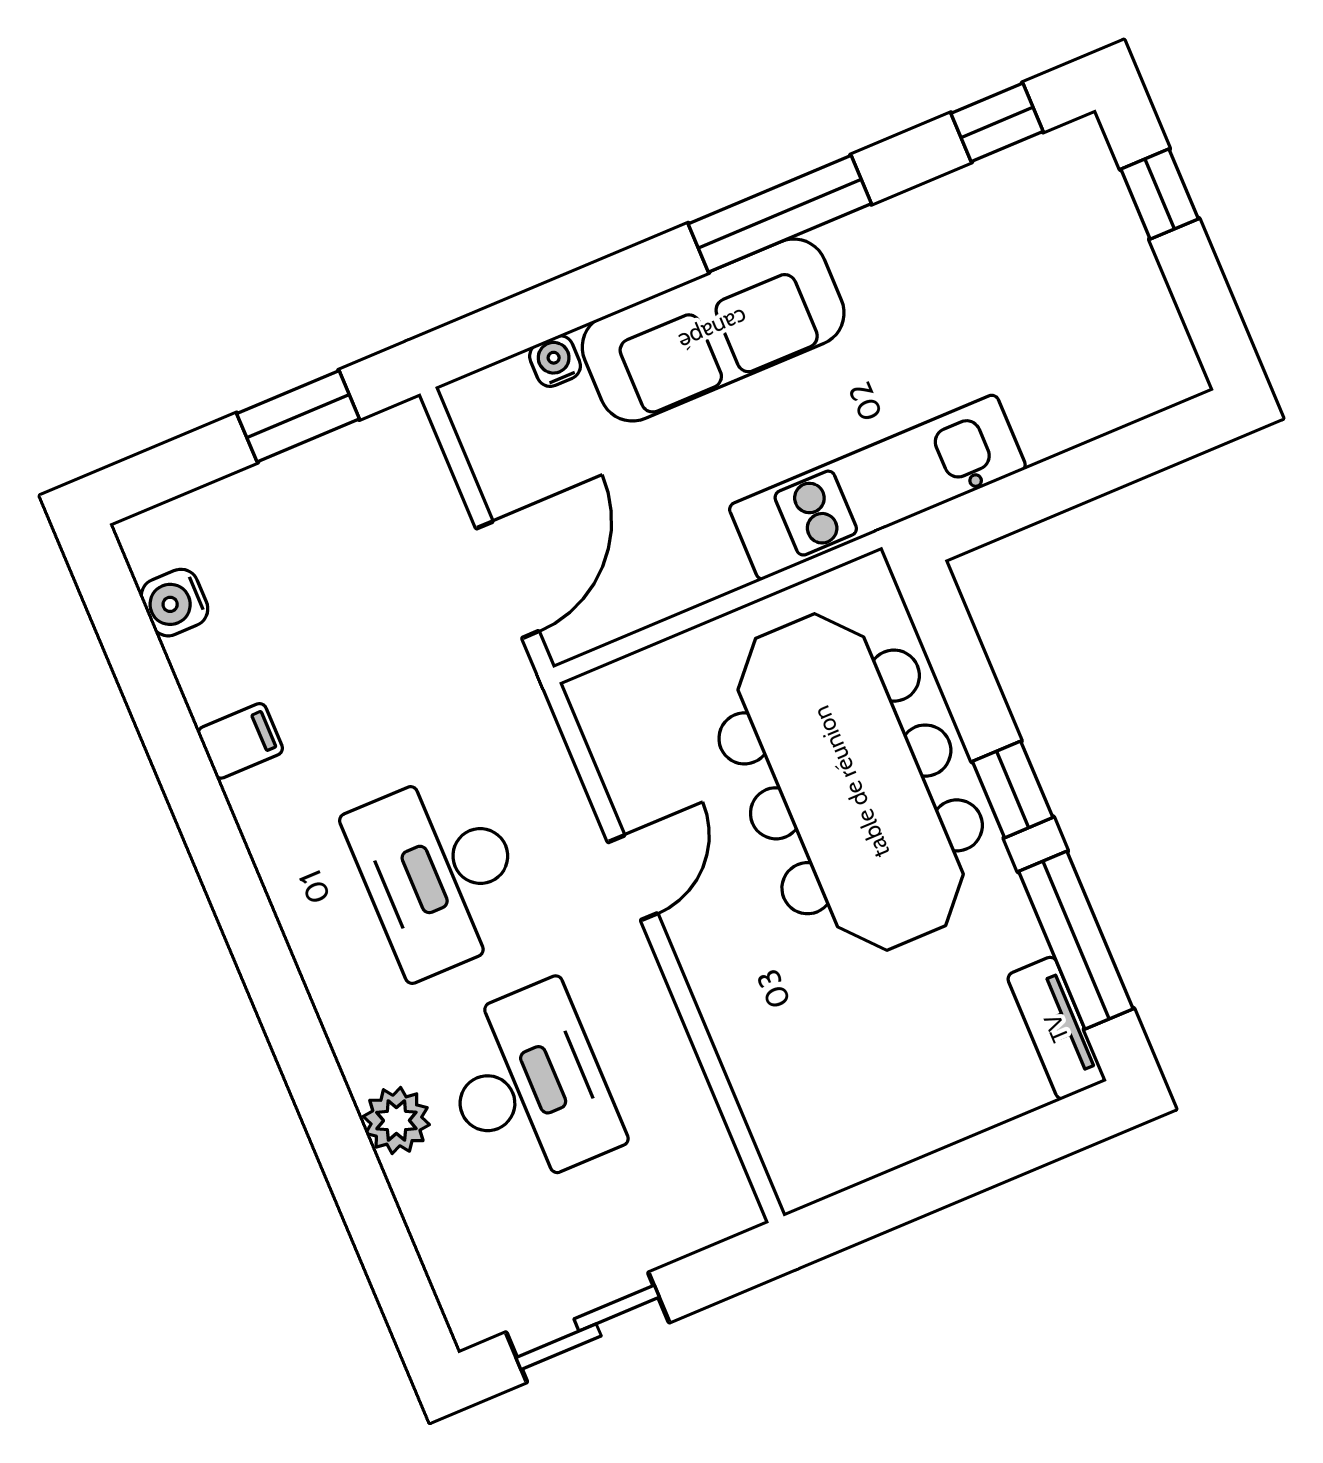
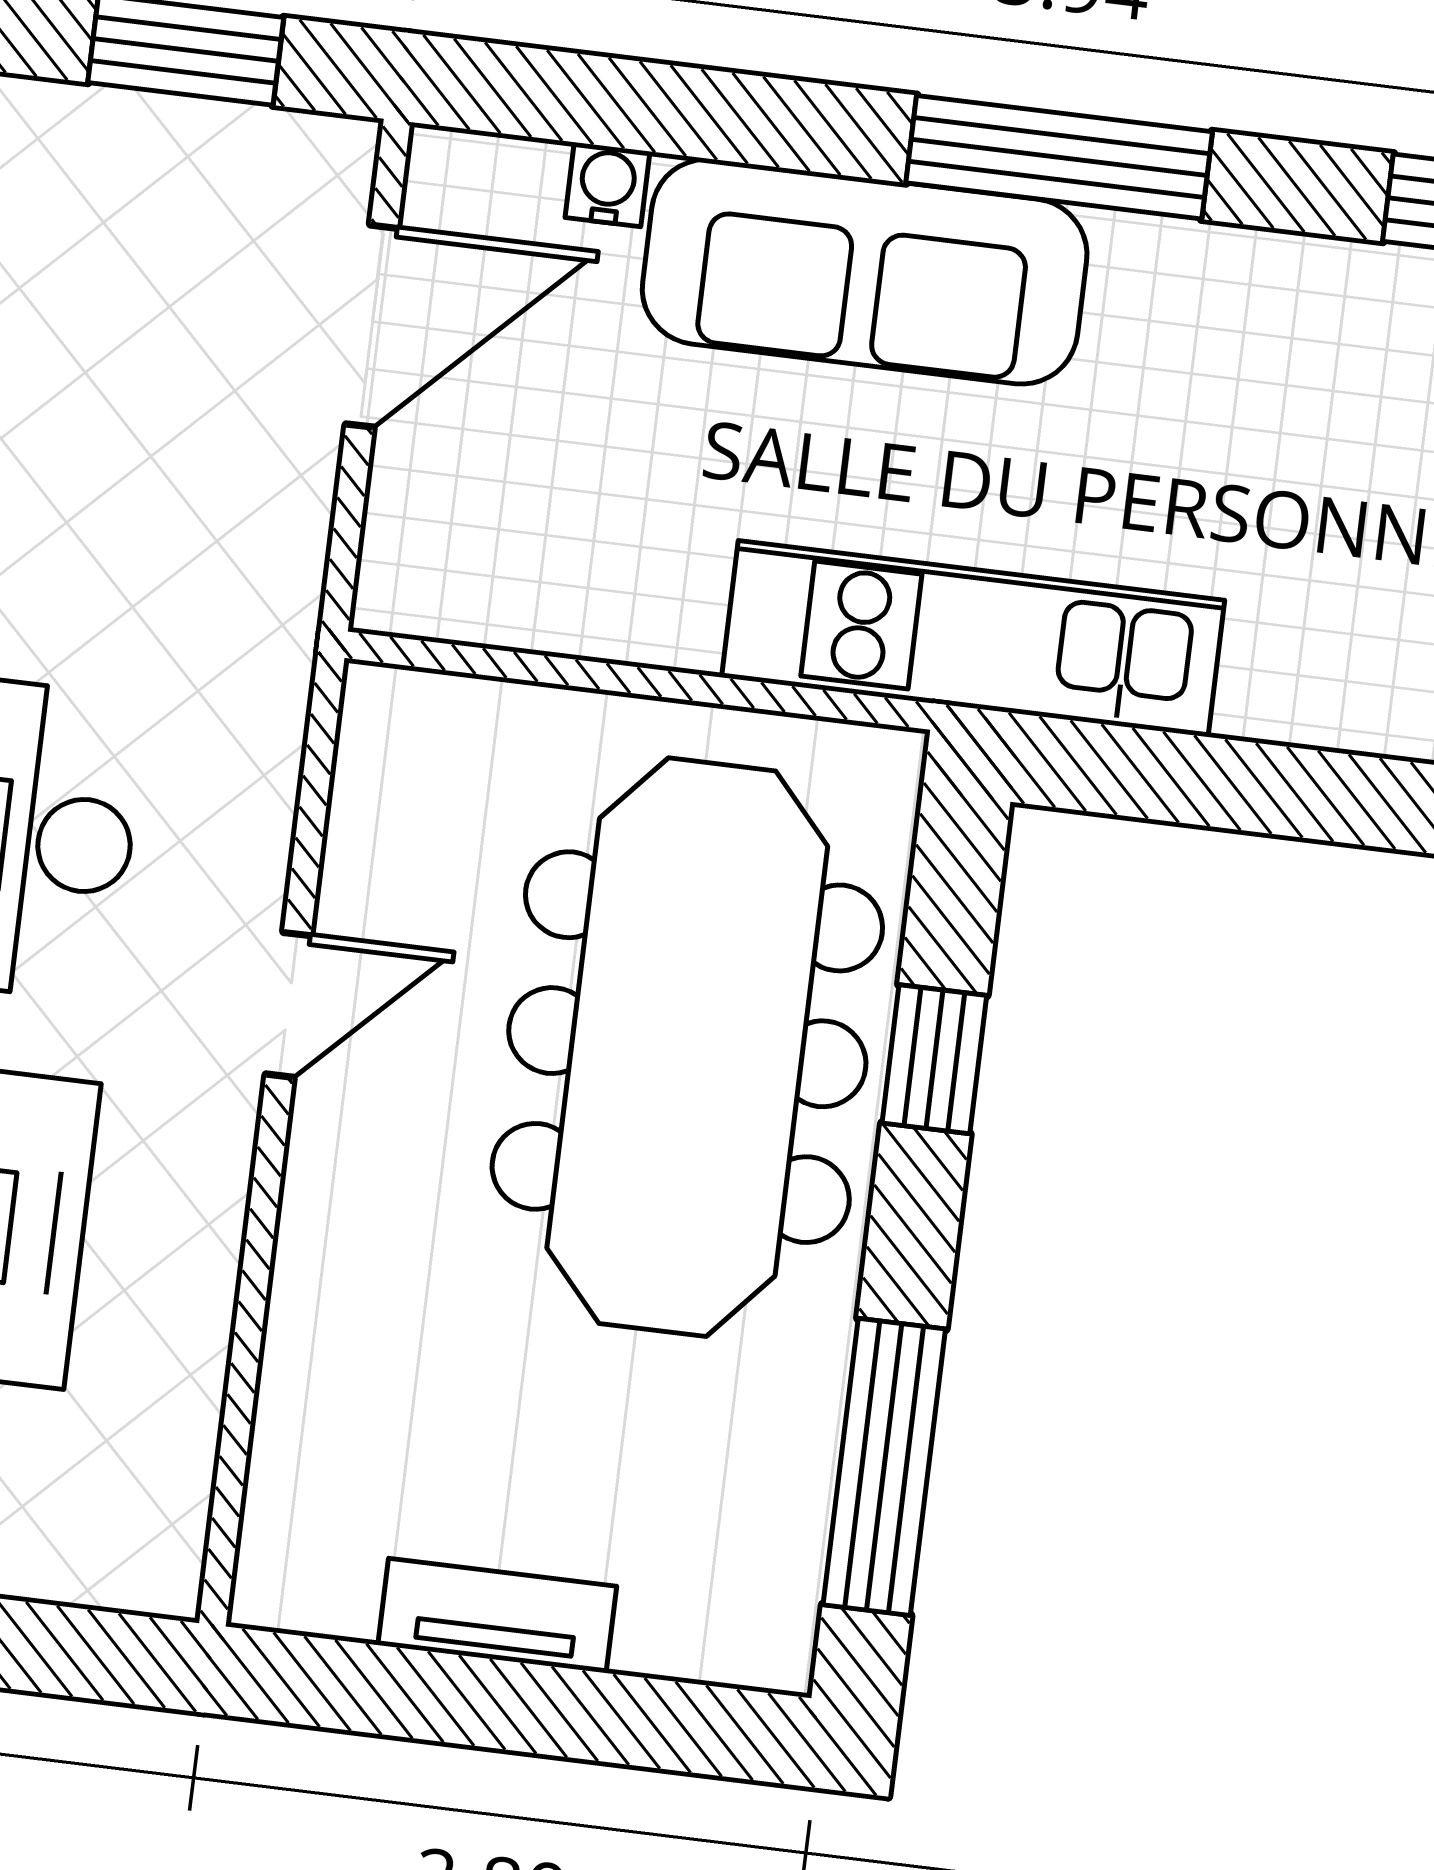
door: (507, 580) -> (372, 326), moved
window: (1013, 789) -> (934, 1059), moved
tv unit: (1056, 1028) -> (497, 1616), moved, turned 90

